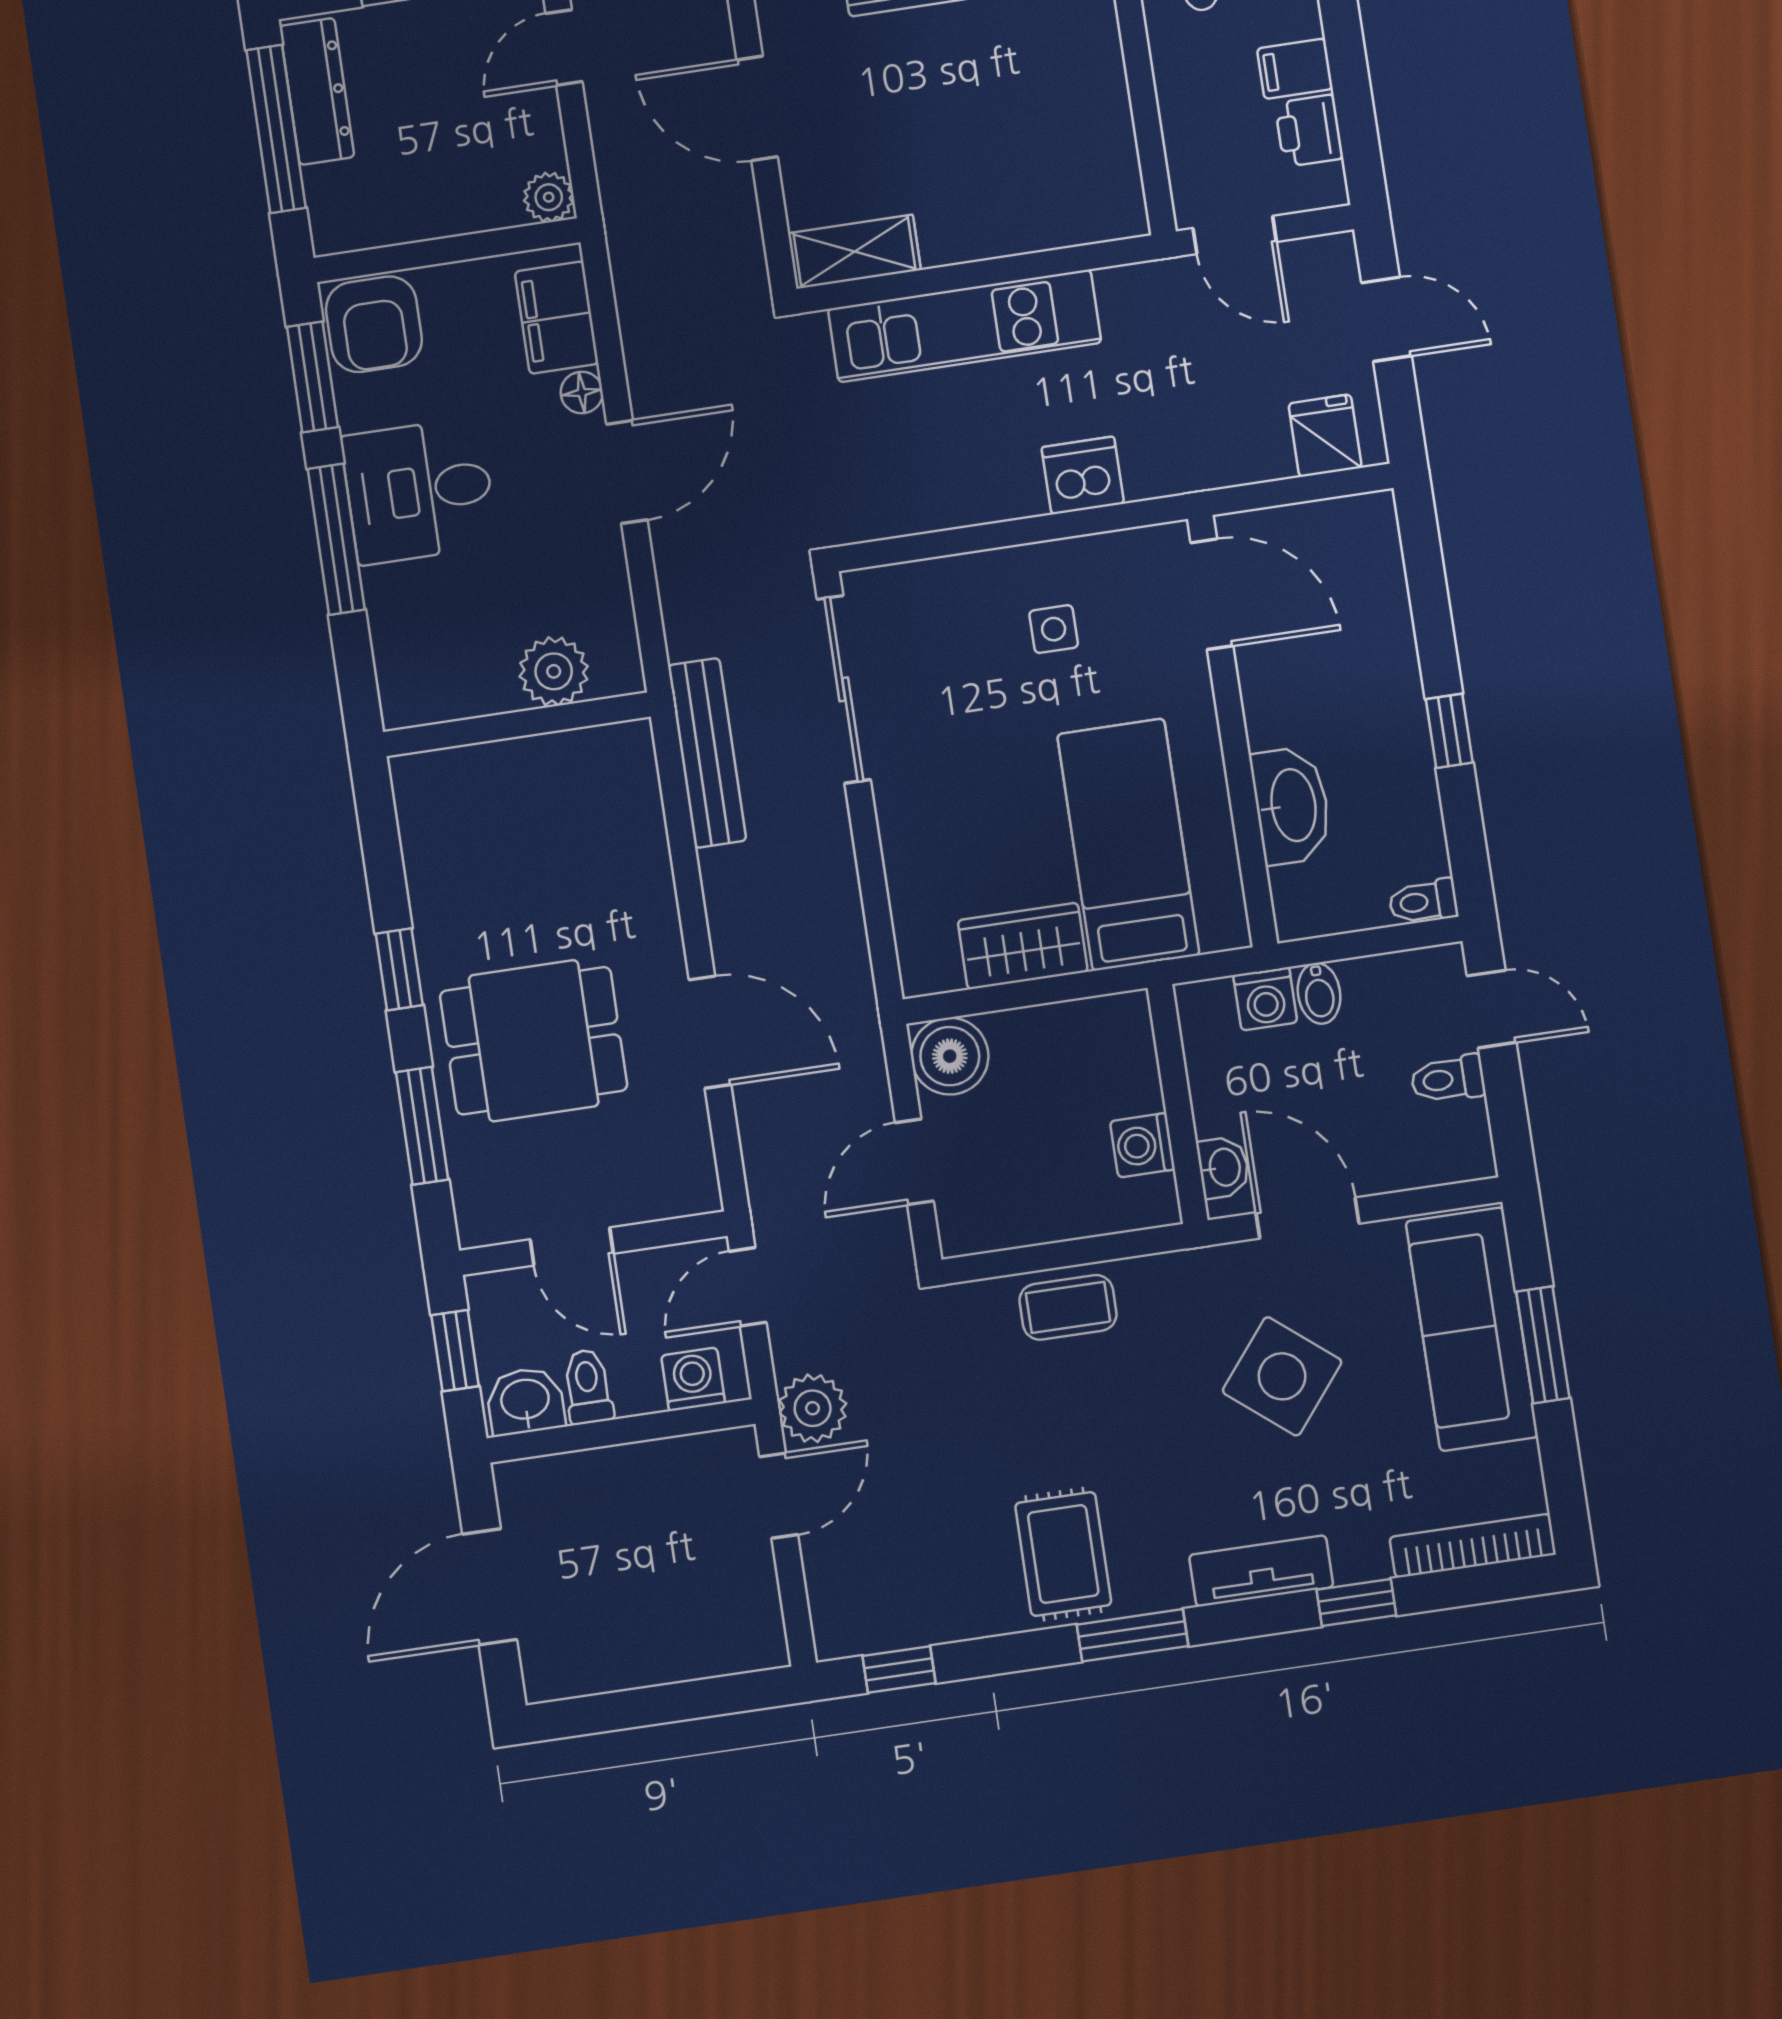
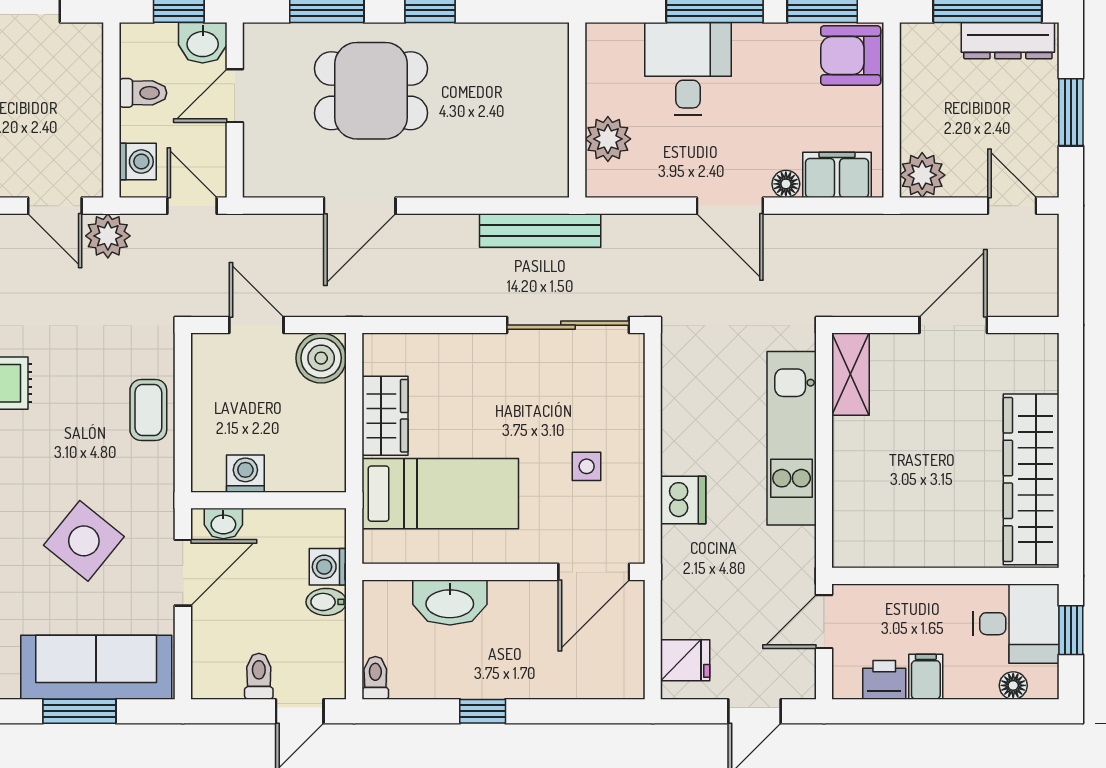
plant: (549, 197) -> (922, 175), width x1.38, depth x1.38
desk: (419, 491) -> (688, 69), moved
dining table: (534, 1041) -> (371, 91), turned 90
washbasin: (525, 1401) -> (203, 43), moved, turned 90

